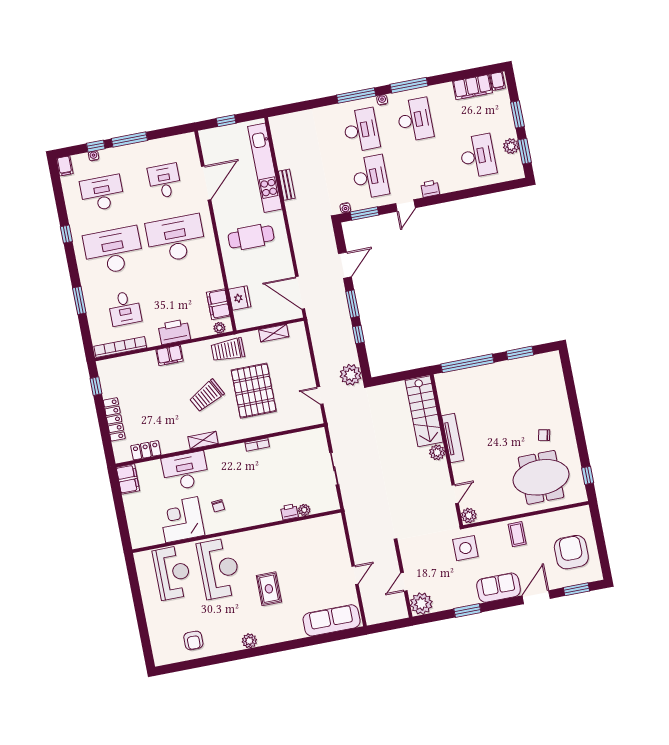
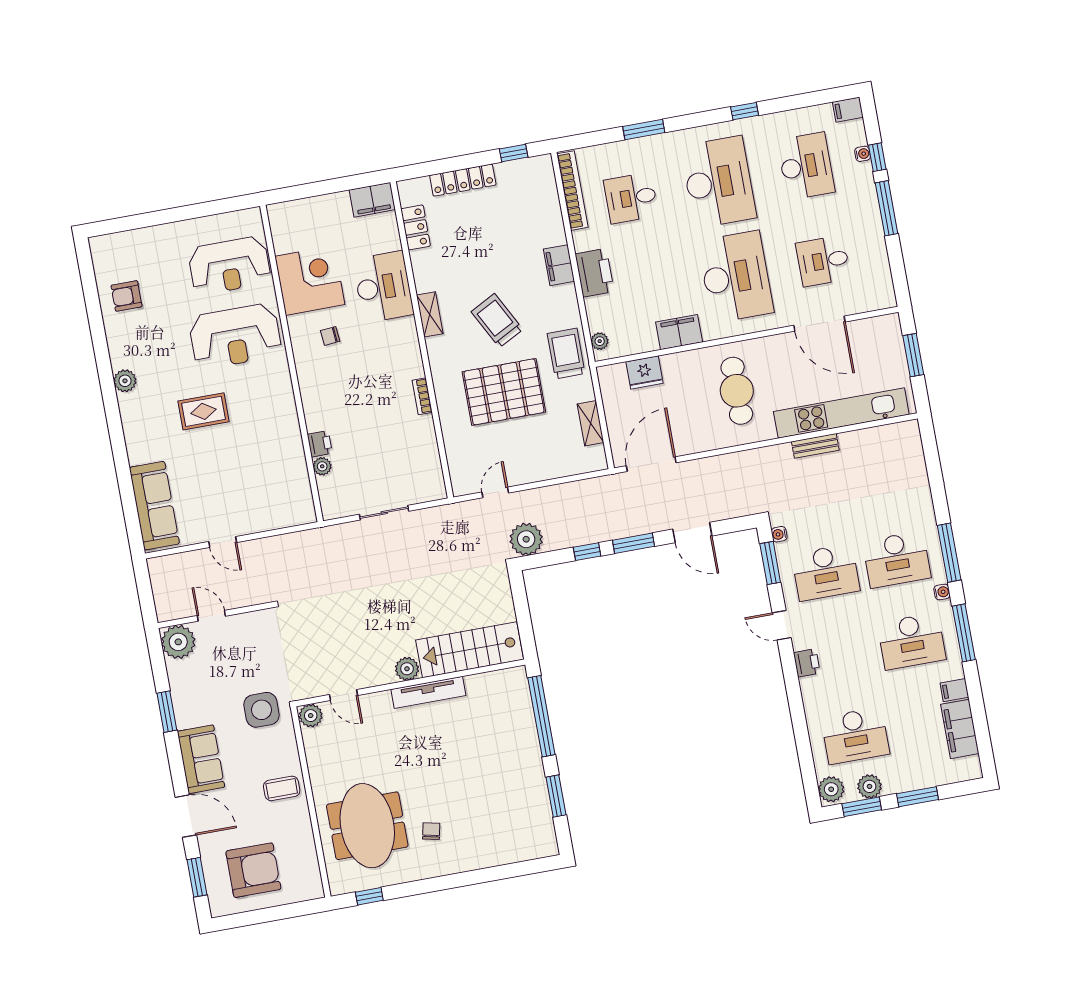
filing cabinet: (498, 81) -> (954, 690), moved
window: (226, 121) -> (913, 355), width x1.50
plant: (513, 171) -> (831, 789), added
desk: (165, 181) -> (823, 261), turned 180
filing cabinet: (218, 304) -> (679, 332), moved

